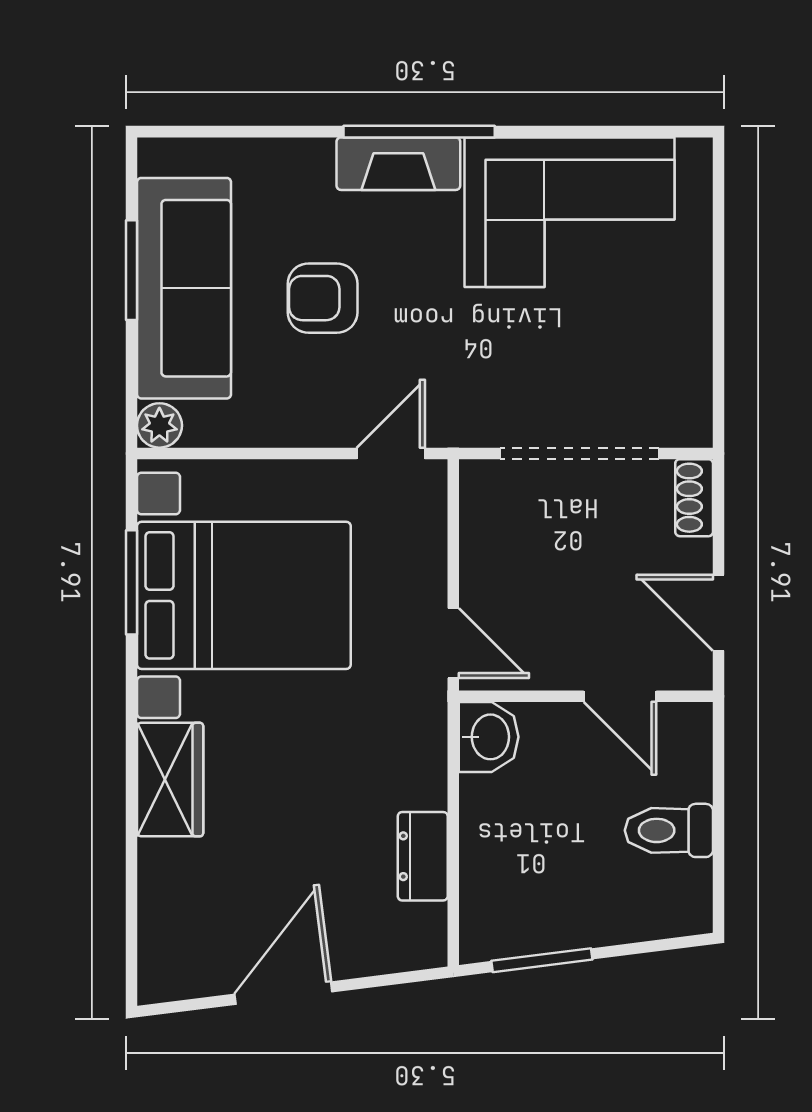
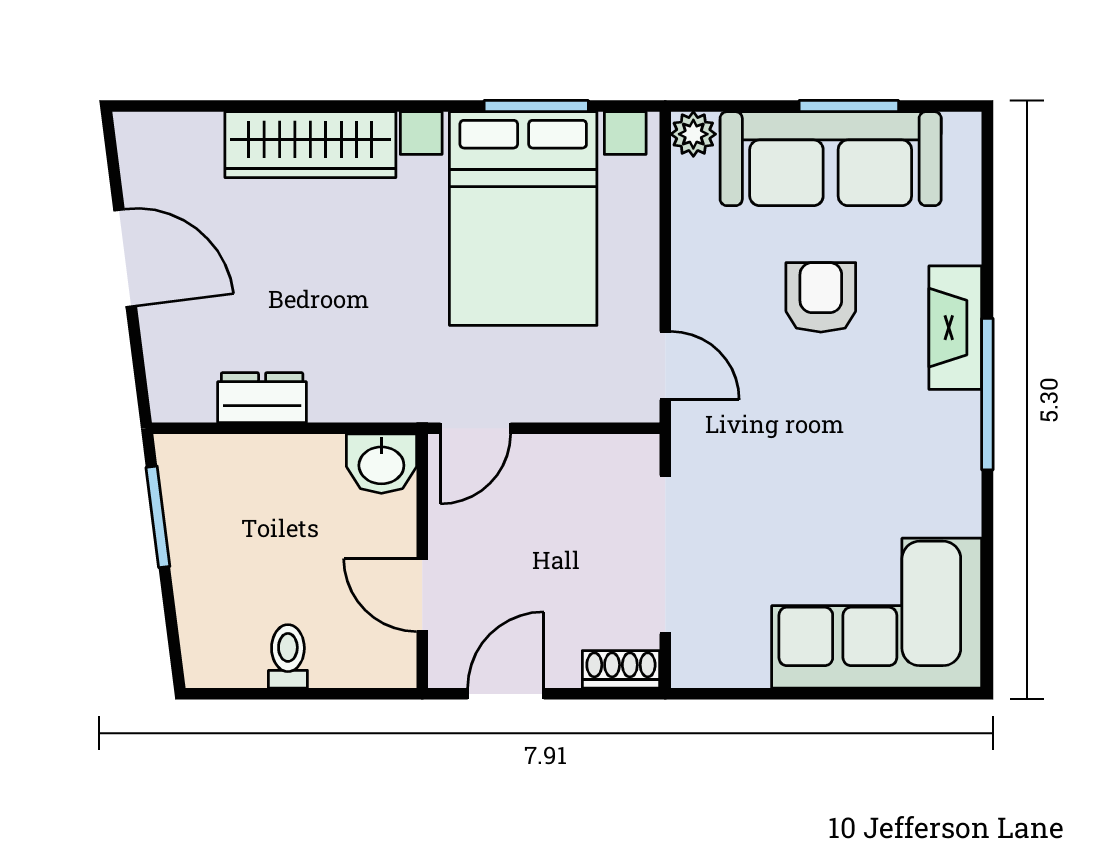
fireplace: (398, 164) -> (955, 328), moved
corner sofa: (570, 212) -> (877, 613), moved, turned 90
door: (620, 696) -> (422, 595), hinge flipped
wardrobe: (170, 780) -> (310, 145), width x1.50
toilet: (669, 830) -> (288, 656), width x0.73, depth x0.72

